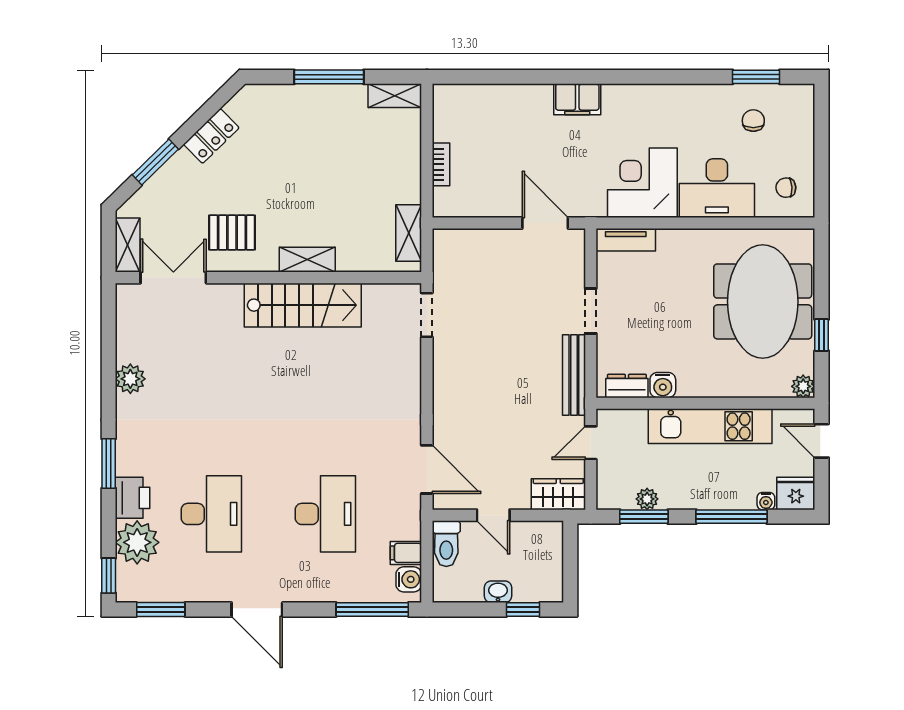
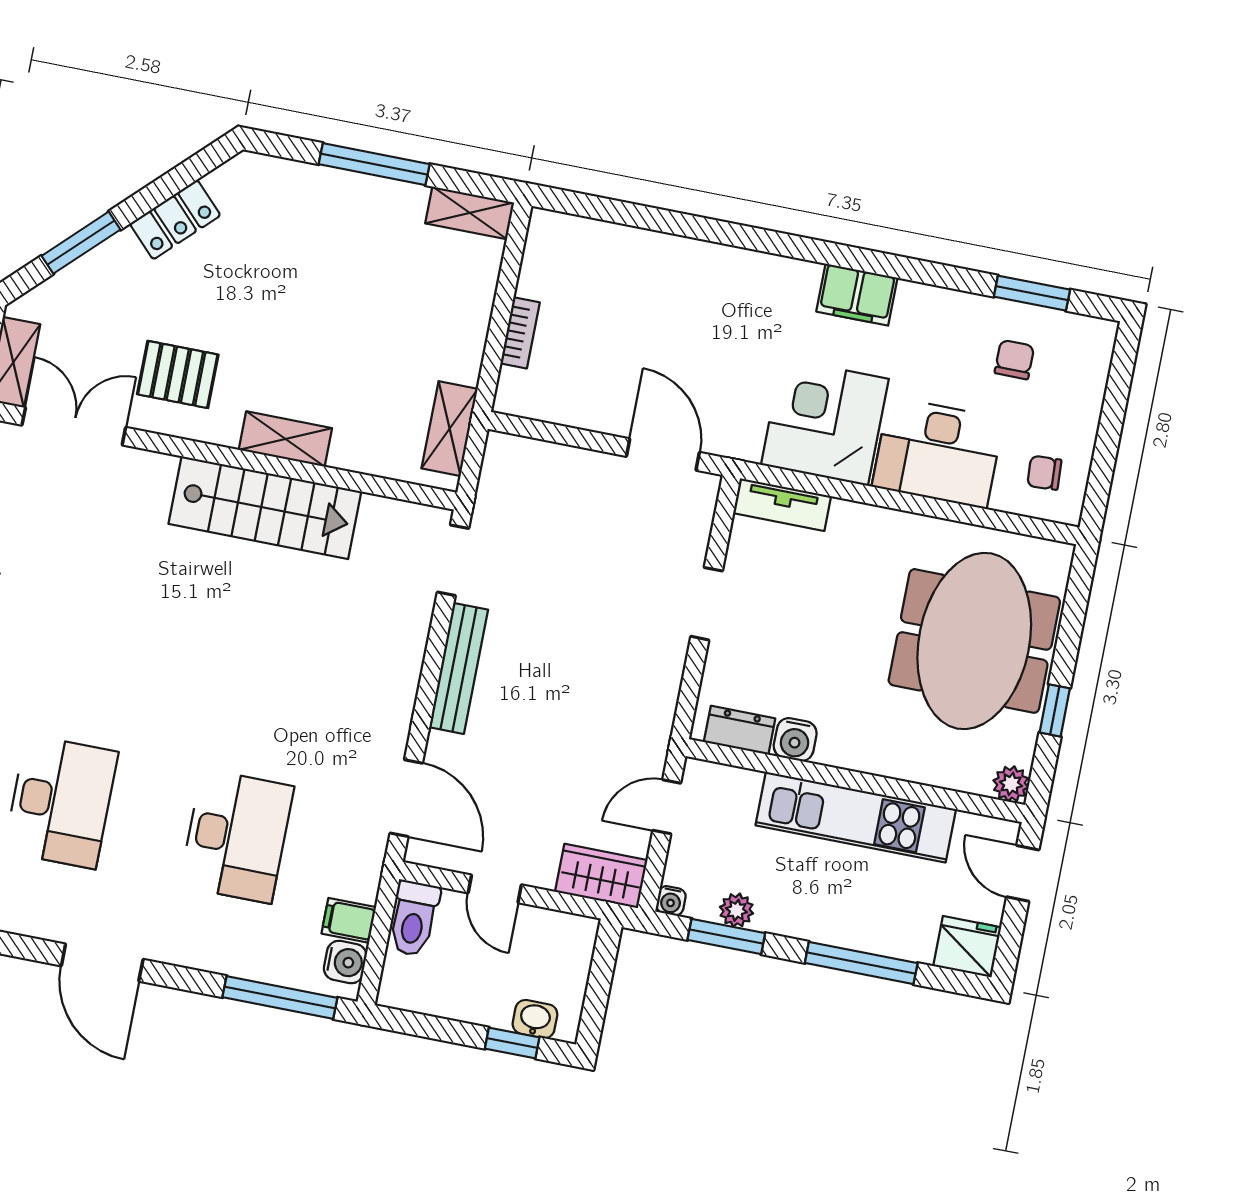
filing cabinet: (577, 99) -> (857, 295), moved
bench: (574, 375) -> (459, 668), moved
water cooler: (766, 501) -> (671, 901), moved
washbasin: (498, 592) -> (535, 1019), moved

